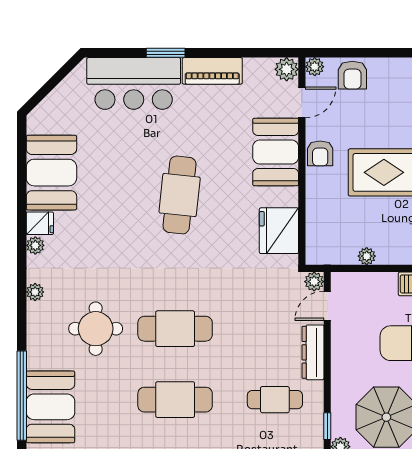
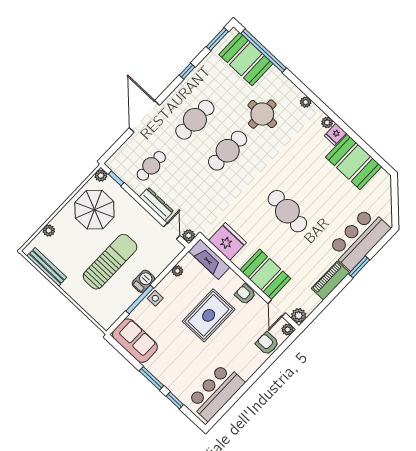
fireplace: (319, 232) -> (209, 259), added

